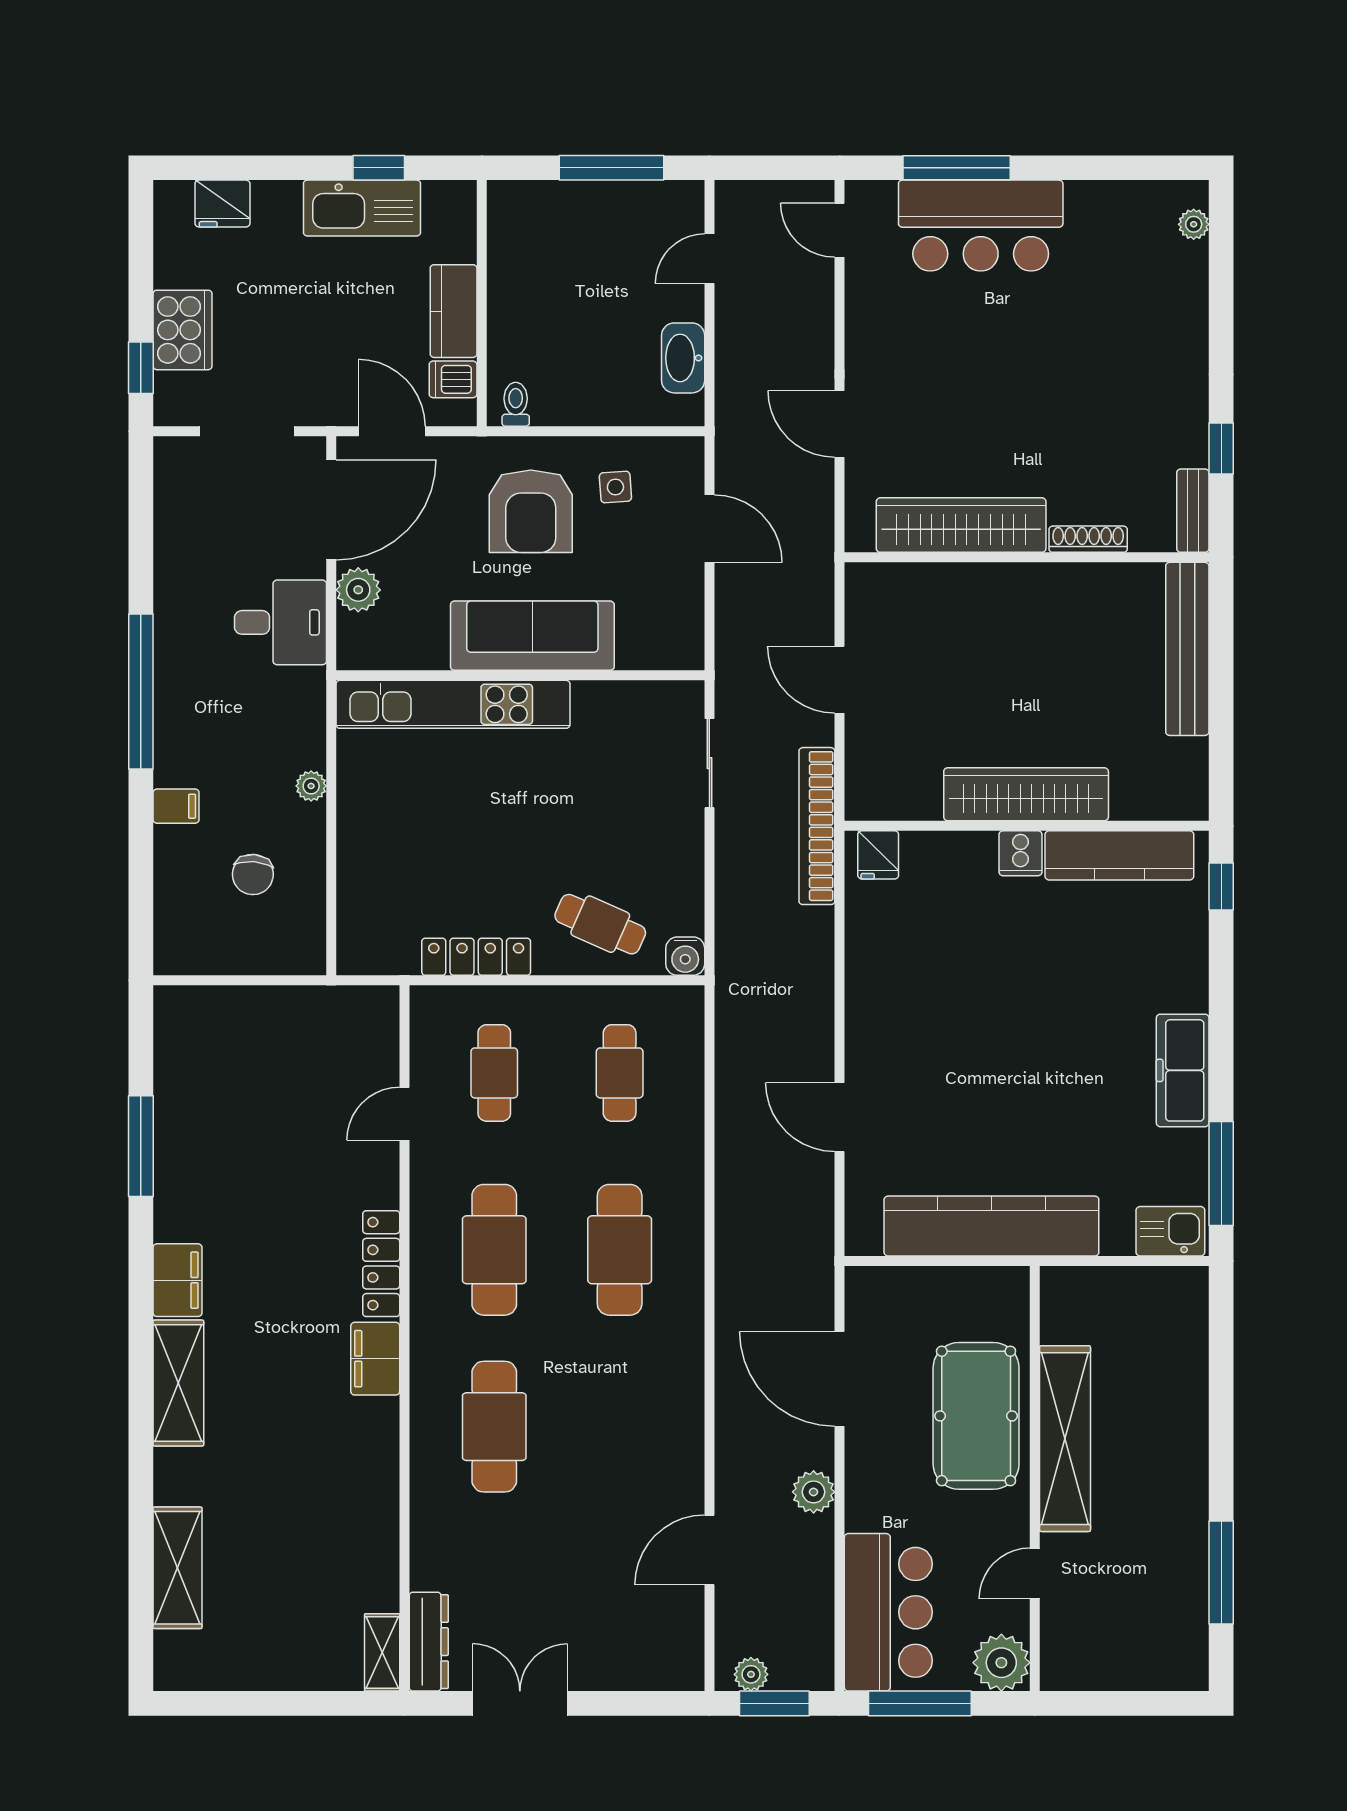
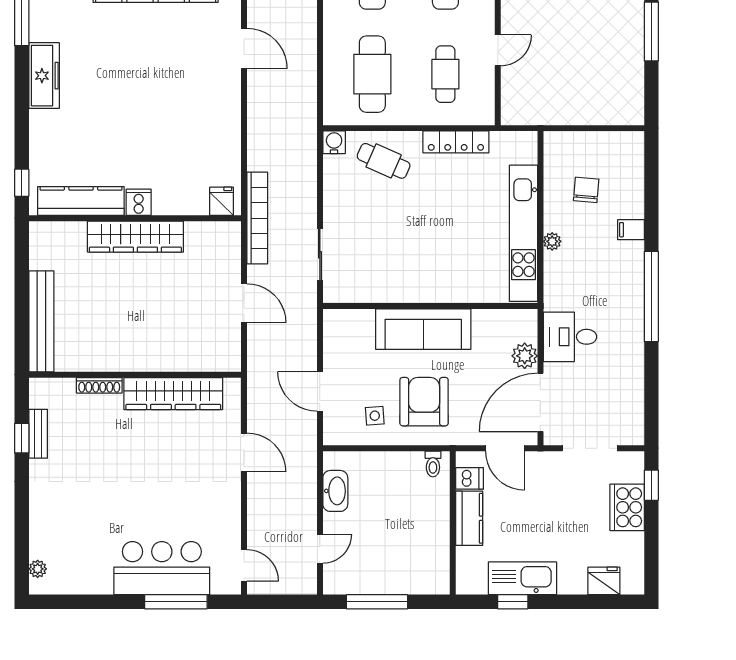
bench: (1193, 511) -> (38, 434), moved
kitchen unit: (453, 704) -> (524, 233), moved, turned -90
cafe table: (620, 1073) -> (372, 74), width x1.37, depth x1.35

